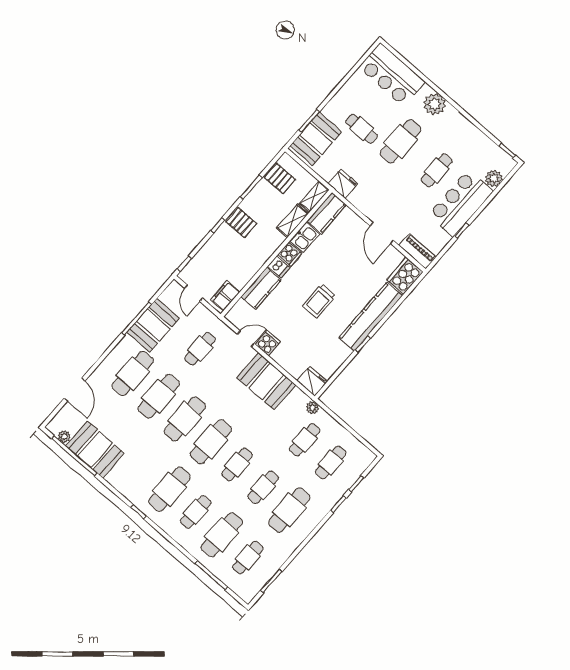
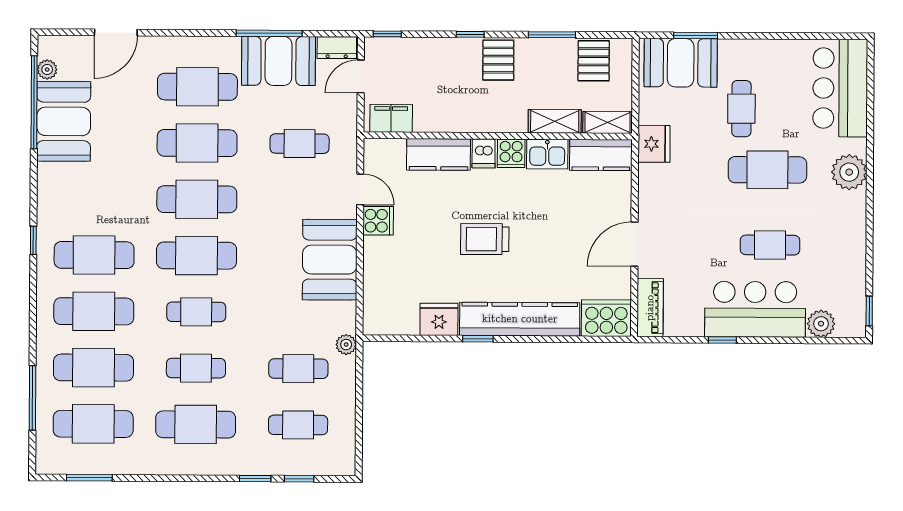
dresser: (170, 293) -> (337, 48), added
fridge: (312, 381) -> (439, 319), moved, turned -90
cafe table: (196, 512) -> (94, 311), width x1.37, depth x1.35
cafe table: (248, 558) -> (93, 424), width x1.37, depth x1.35

